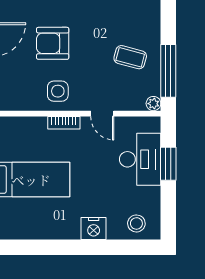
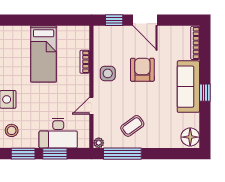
coffee table: (130, 57) -> (132, 126), turned 39
bookcase: (64, 123) -> (85, 62), moved
window: (168, 208) -> (23, 154), added

